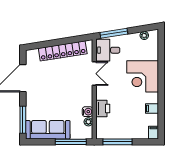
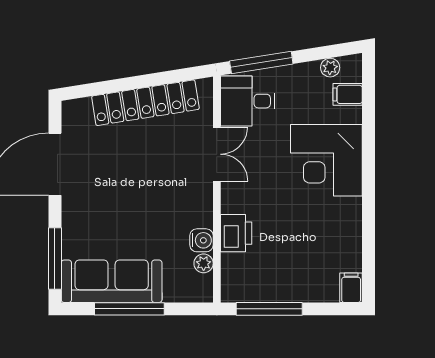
filing cabinet: (152, 109) -> (348, 94), moved
window: (71, 142) -> (129, 309), moved

